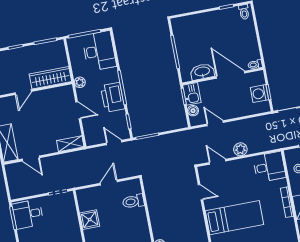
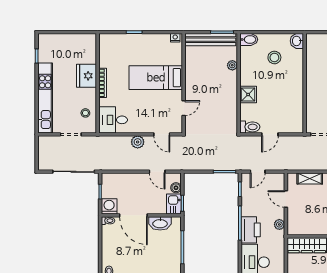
plant: (80, 82) -> (279, 224), moved
washing machine: (259, 94) -> (109, 206), moved, turned -90
printer: (113, 97) -> (251, 230), moved
door: (78, 110) -> (286, 199), moved
door: (114, 143) -> (258, 172), hinge flipped
shelving: (70, 144) -> (310, 179), moved
door: (201, 192) -> (184, 108), swing flipped
toilet: (133, 201) -> (250, 127), moved
shower: (90, 220) -> (248, 94), moved

